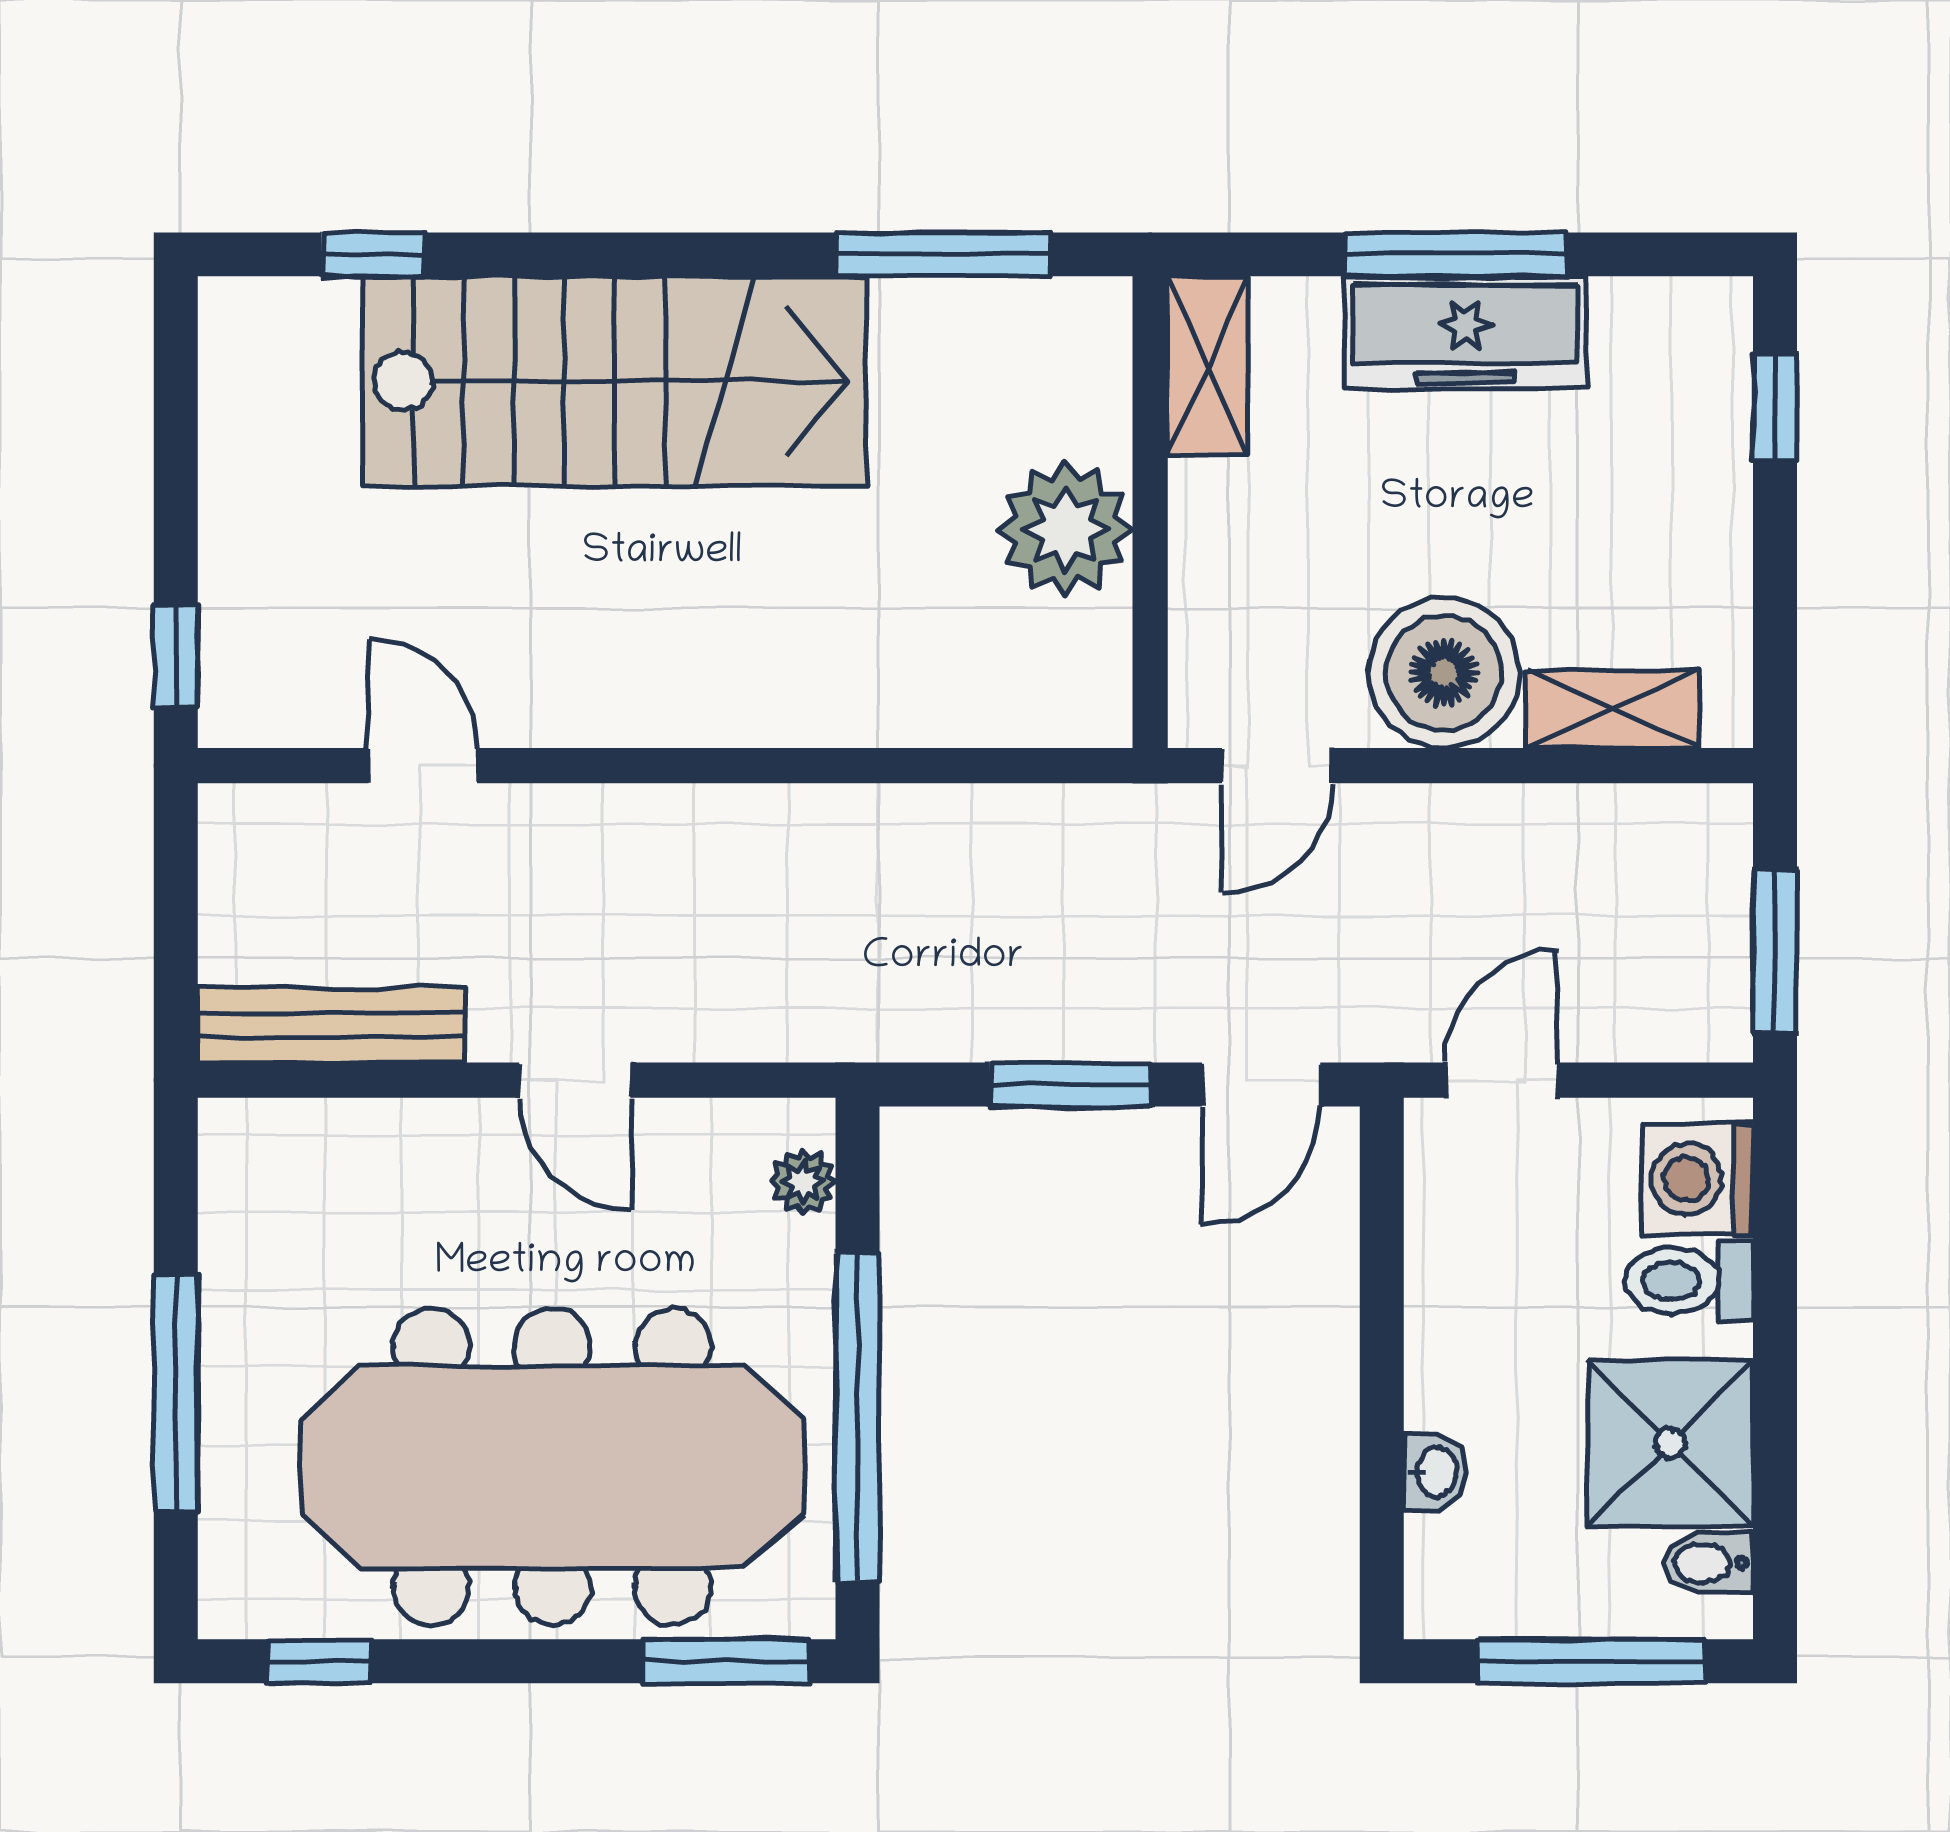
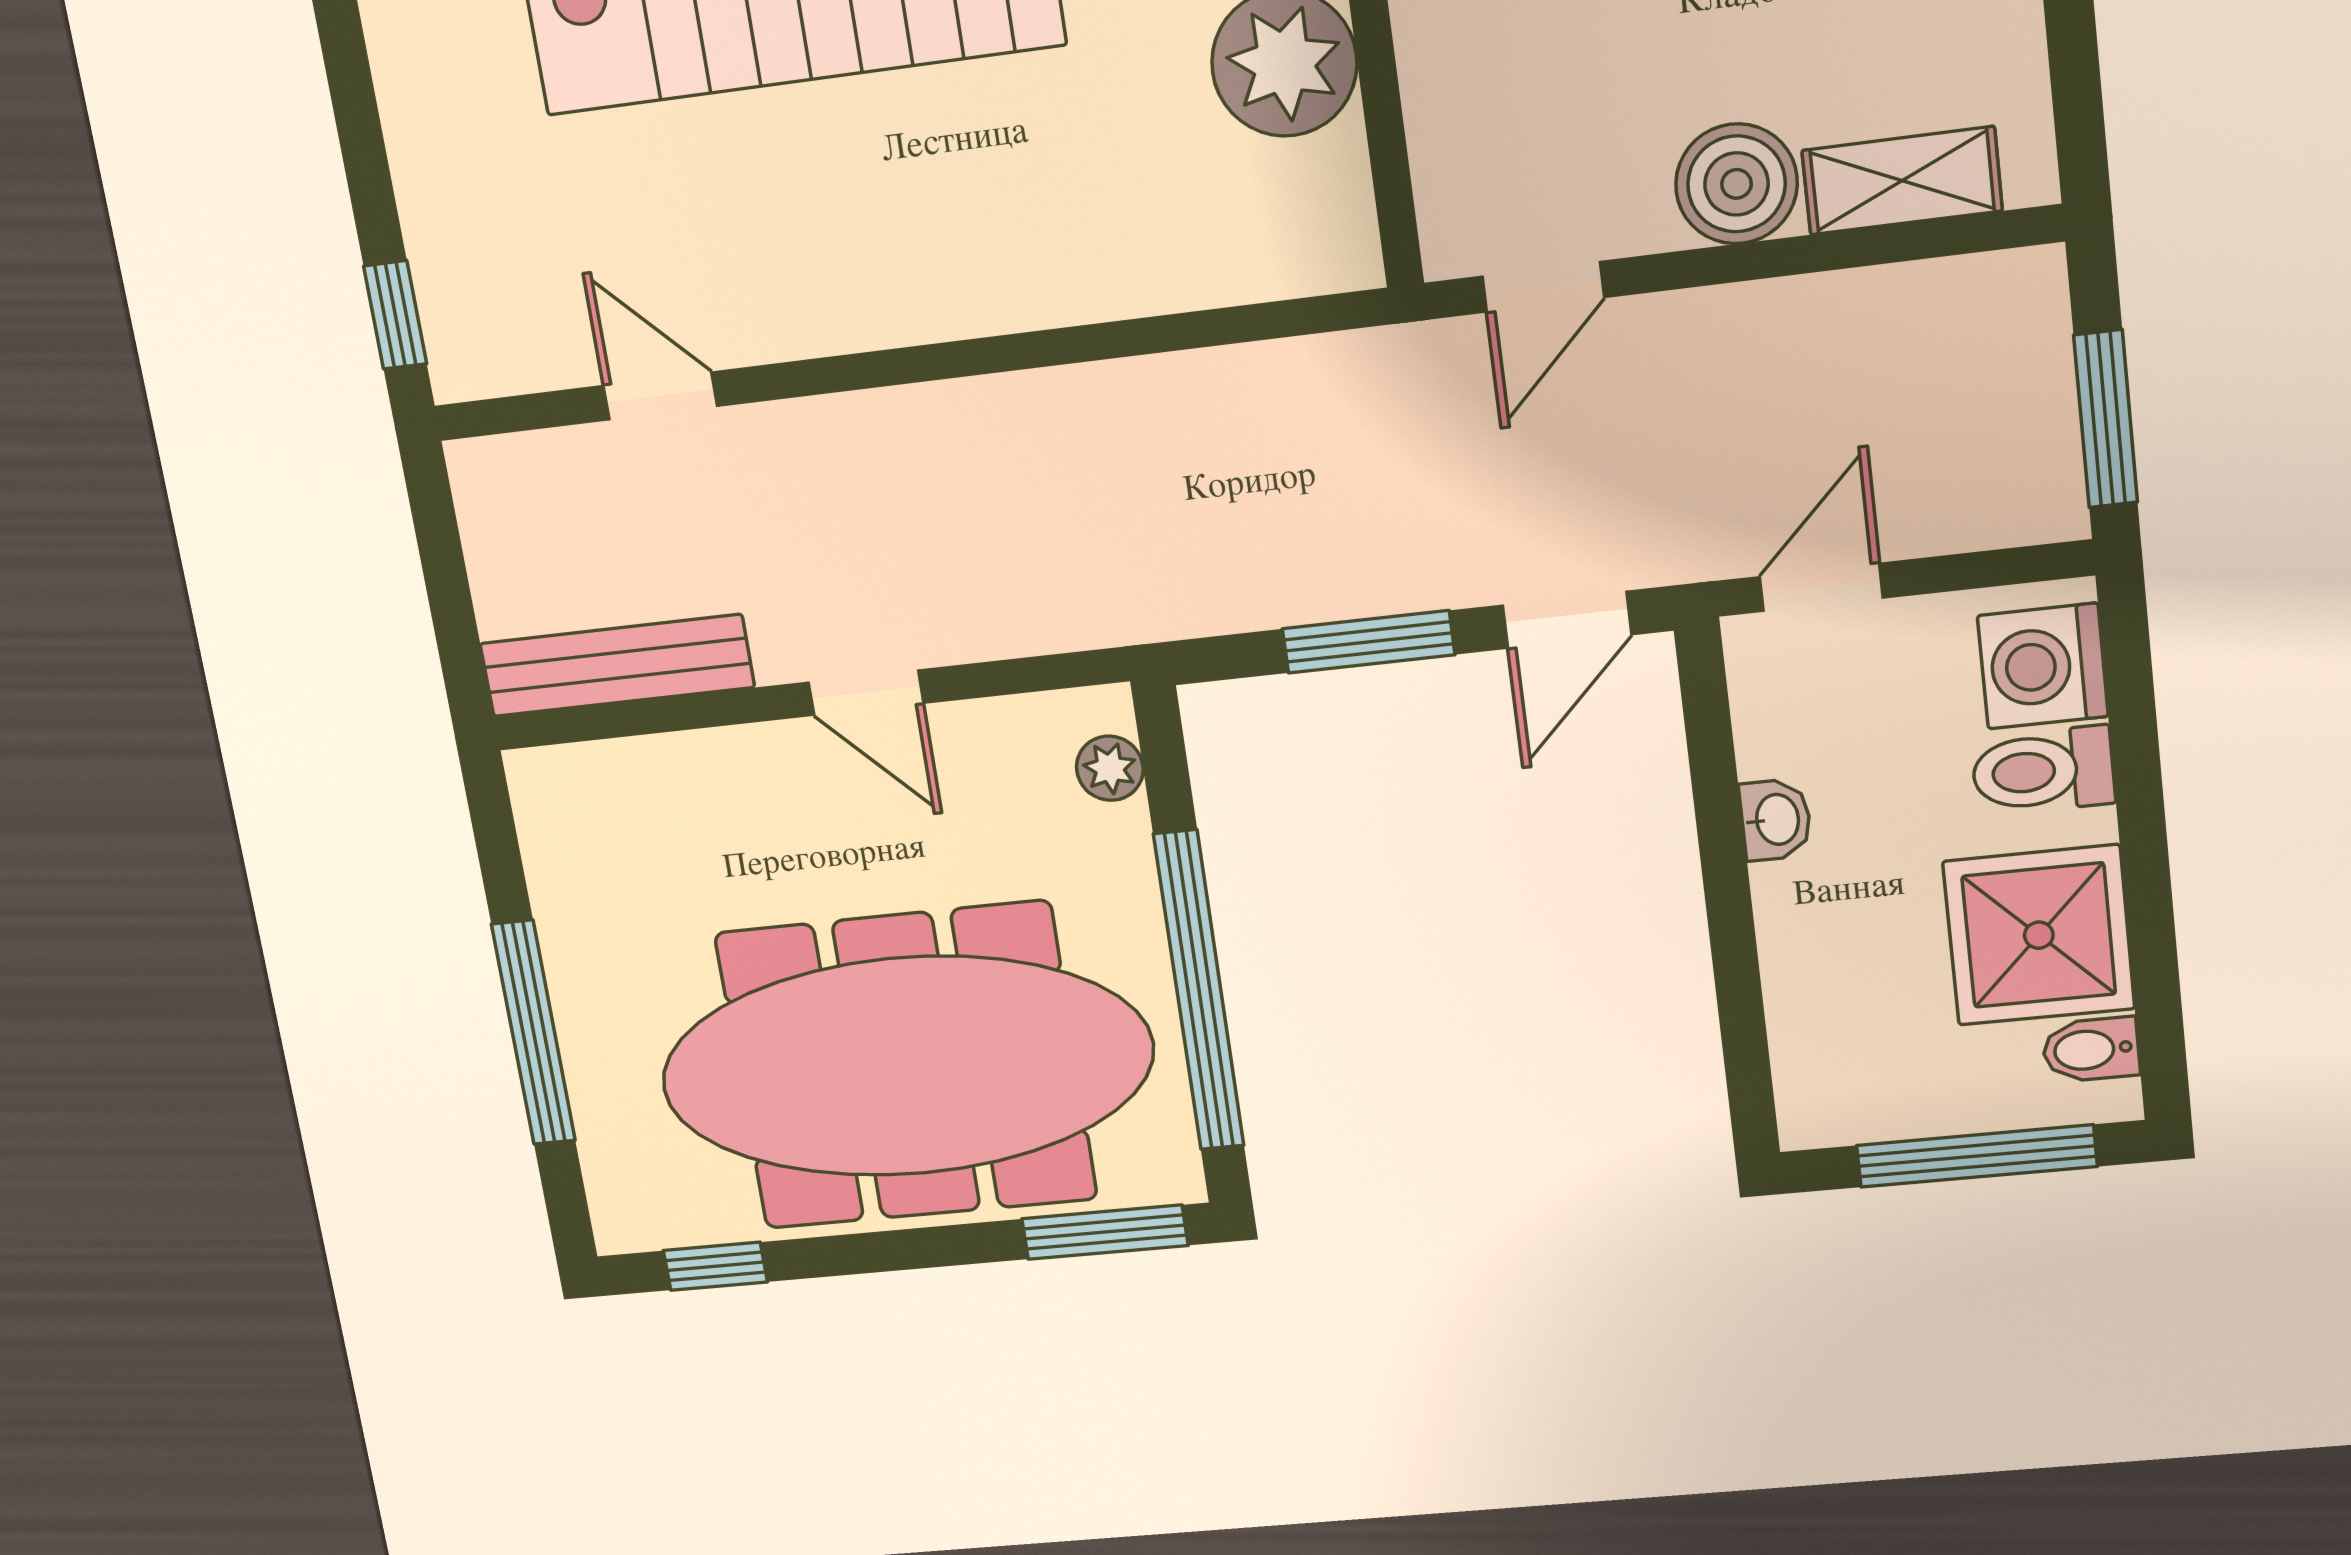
boiler: (1444, 673) -> (1737, 184), width x0.73, depth x0.73
washbasin: (1435, 1472) -> (1776, 820), moved

